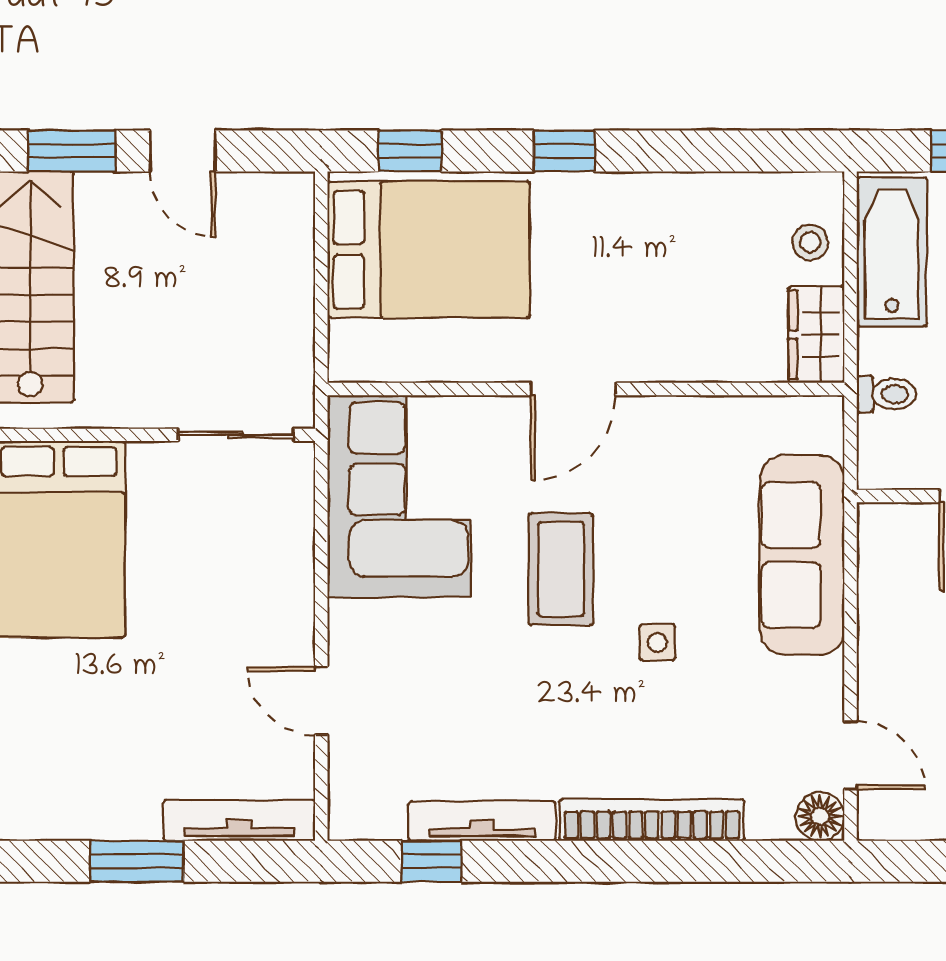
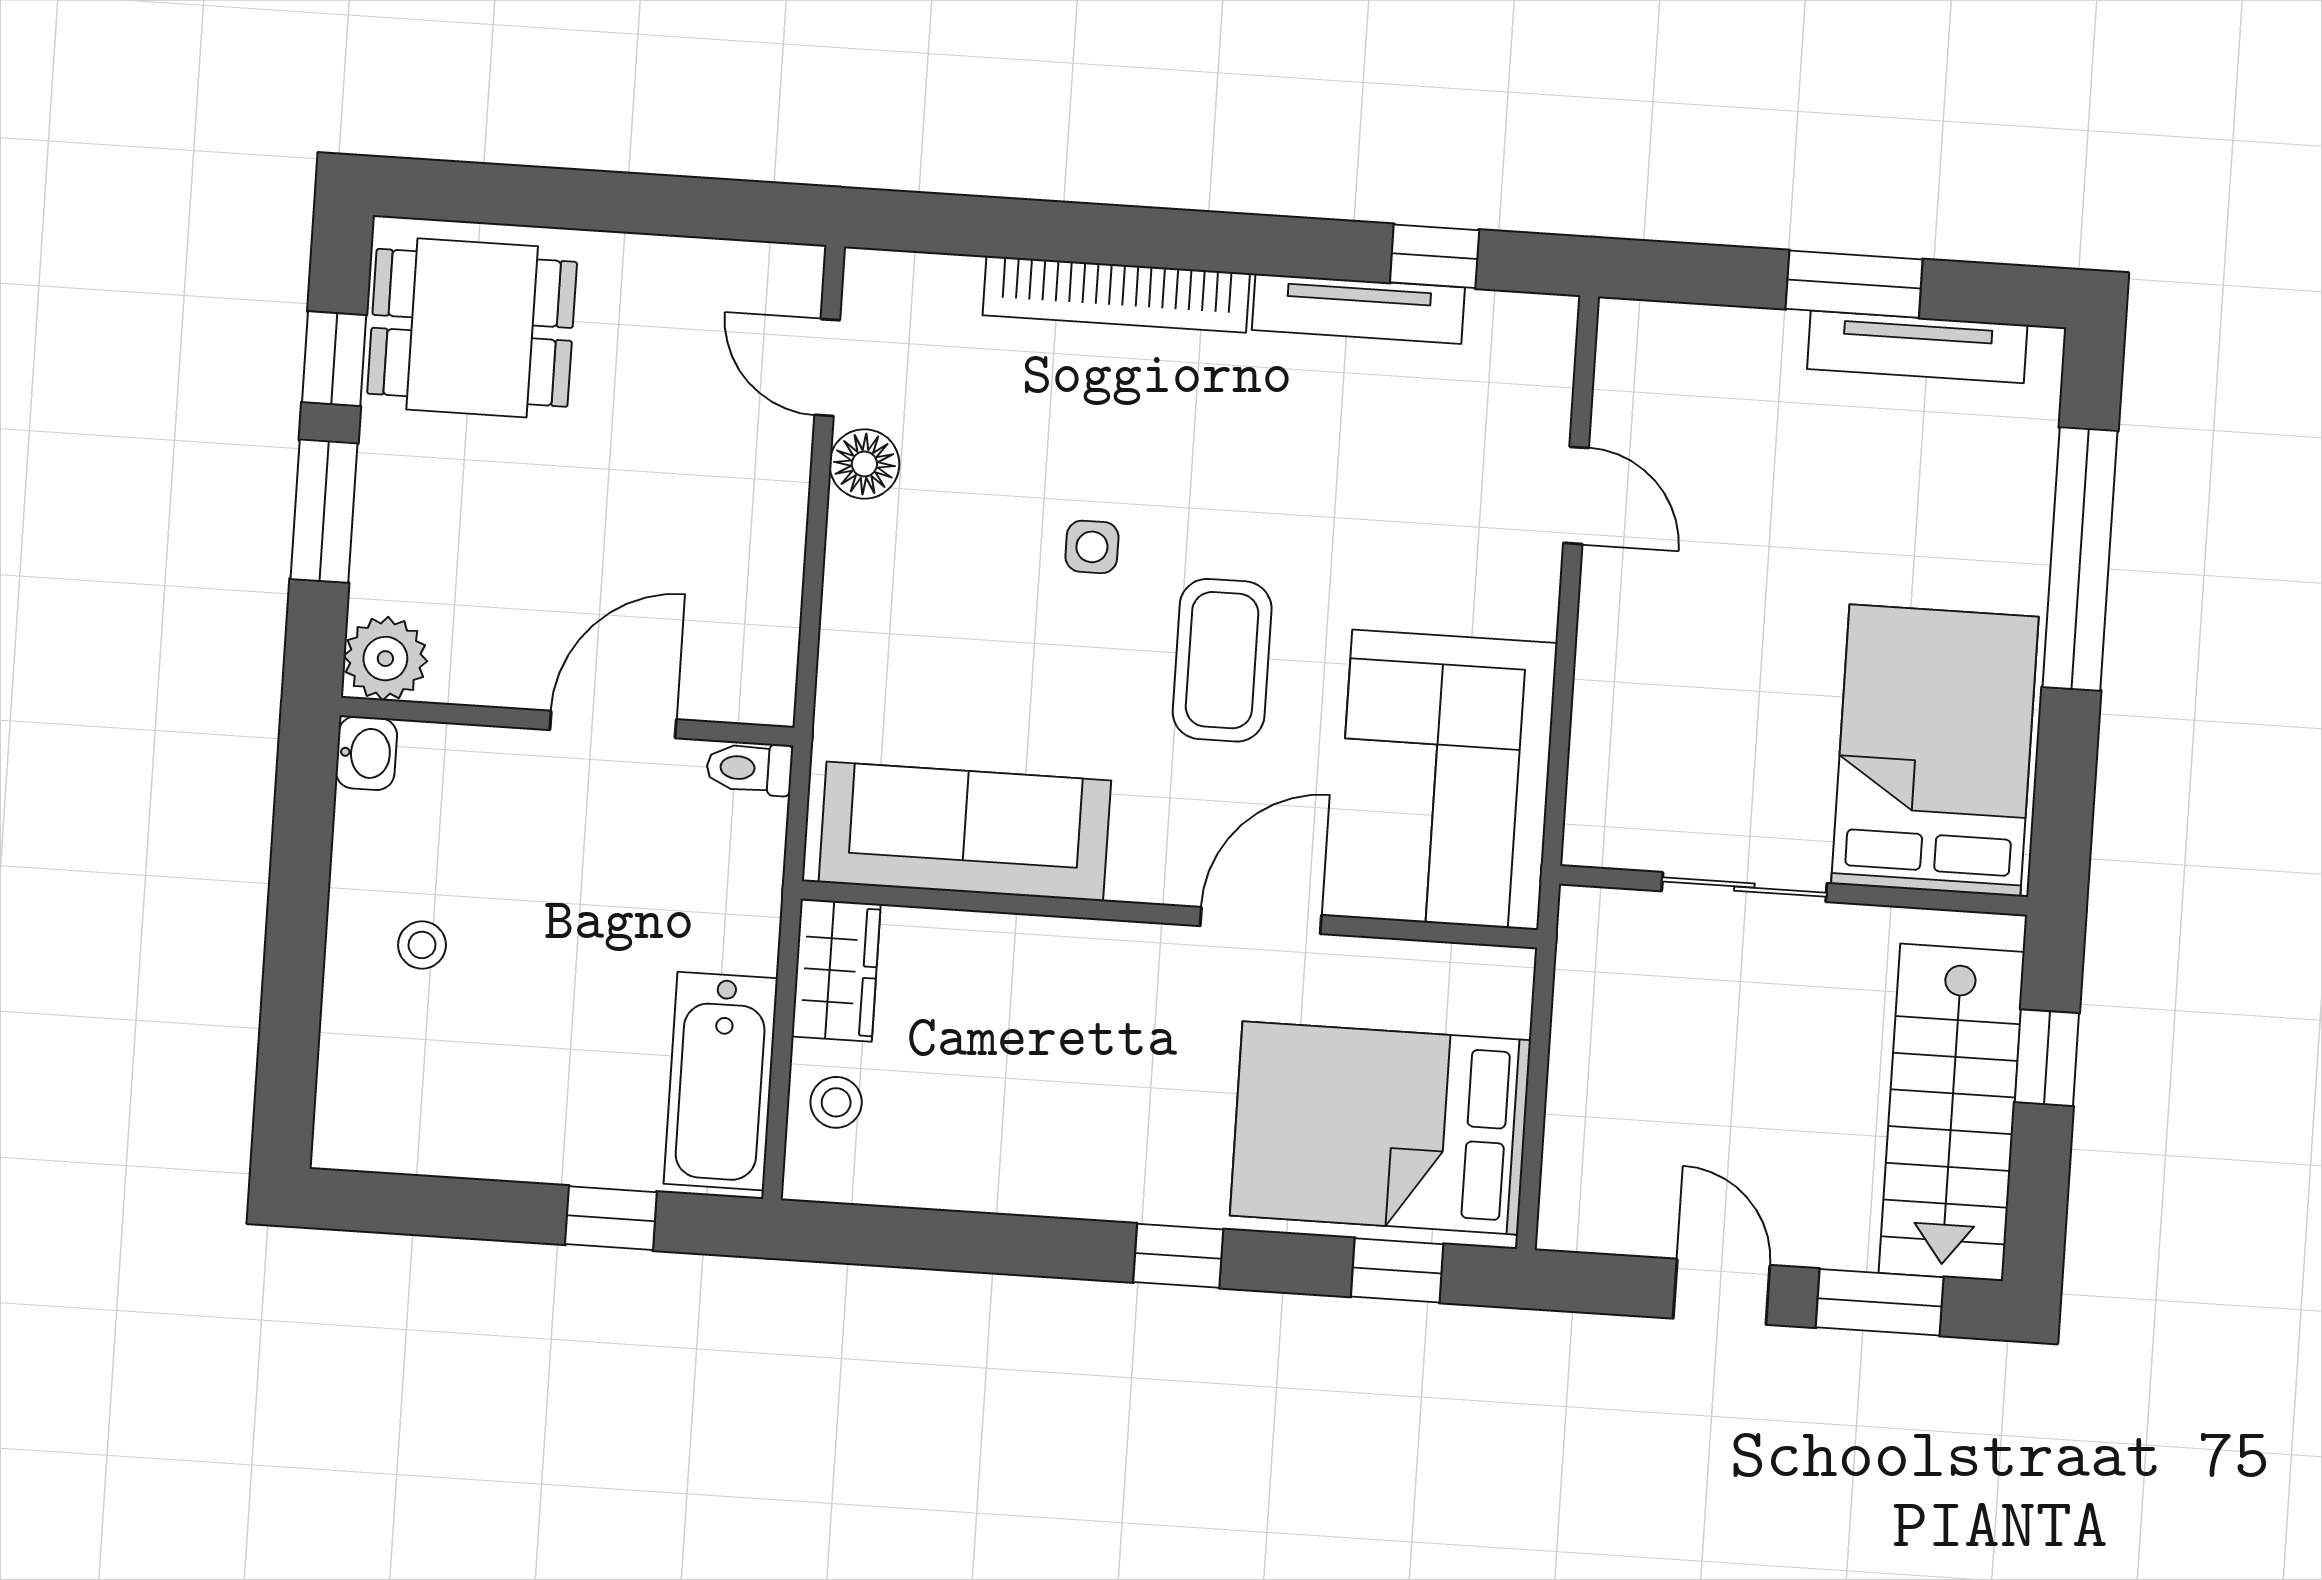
door: (573, 389) -> (1261, 920), moved
toilet: (886, 394) -> (749, 768), moved
sliding door: (236, 435) -> (1744, 887), moved
sofa: (802, 555) -> (965, 831), moved, turned -90
floor lamp: (820, 817) -> (864, 464), moved
tv unit: (239, 820) -> (1917, 347), moved

